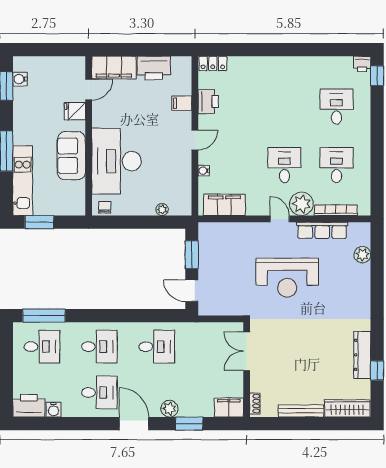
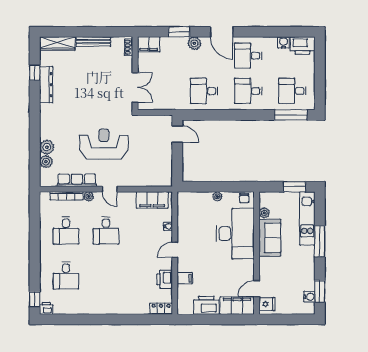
fridge: (75, 111) -> (267, 304), moved
plant: (79, 188) -> (264, 213), added
plant: (302, 204) -> (89, 197), width x0.53, depth x0.53
plant: (162, 210) -> (217, 196), moved
window: (192, 255) -> (177, 162), removed
plant: (361, 274) -> (47, 147), added

